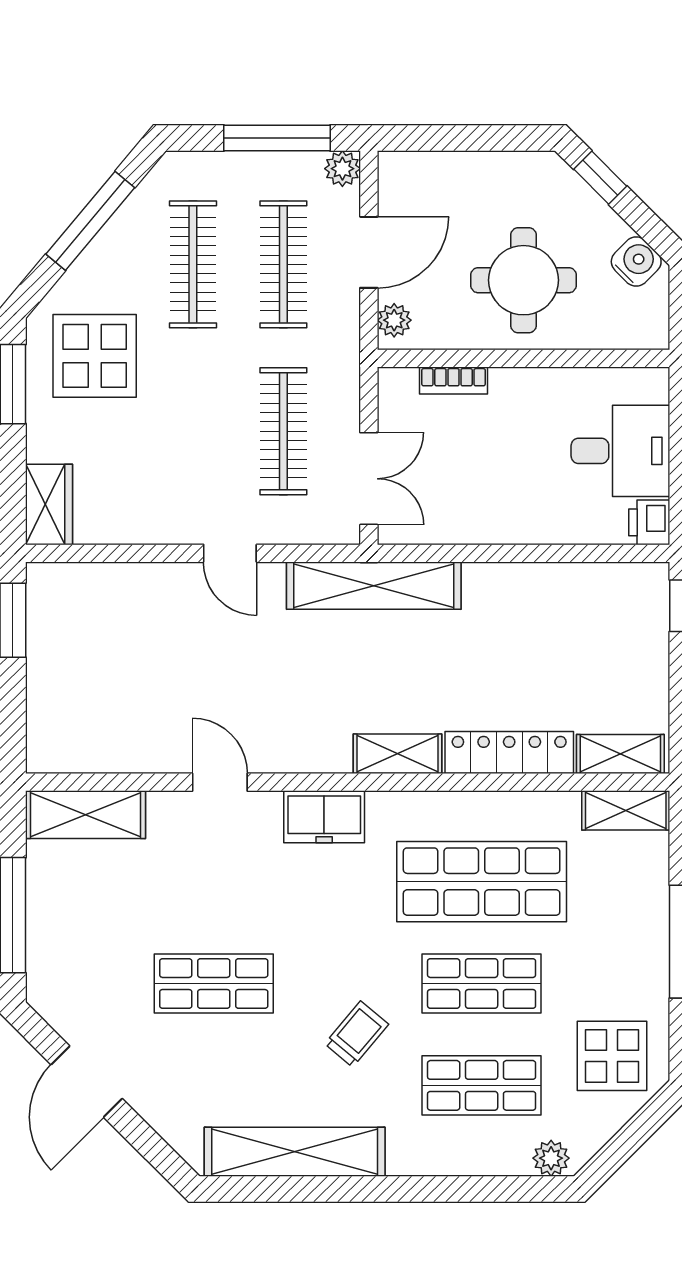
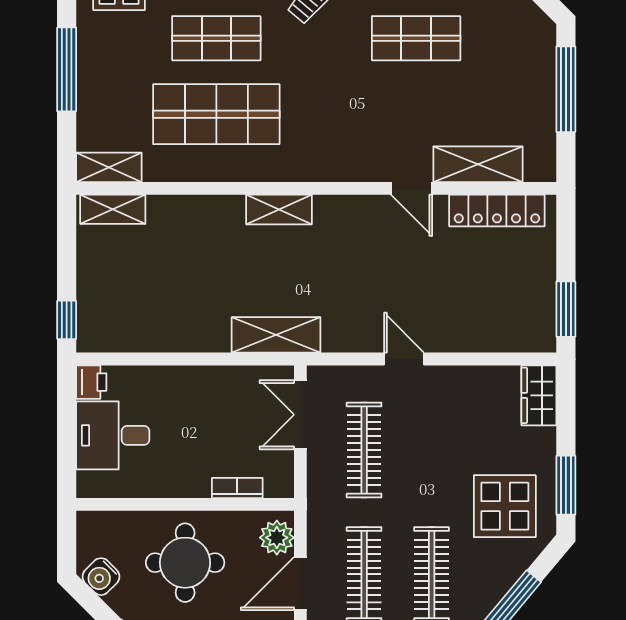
plant: (394, 320) -> (277, 538), width x1.38, depth x1.38
shelving: (374, 586) -> (276, 335), width x0.68
locker: (509, 752) -> (497, 210), moved
shelving: (85, 815) -> (478, 164), moved
freezer: (324, 817) -> (334, 163), removed

